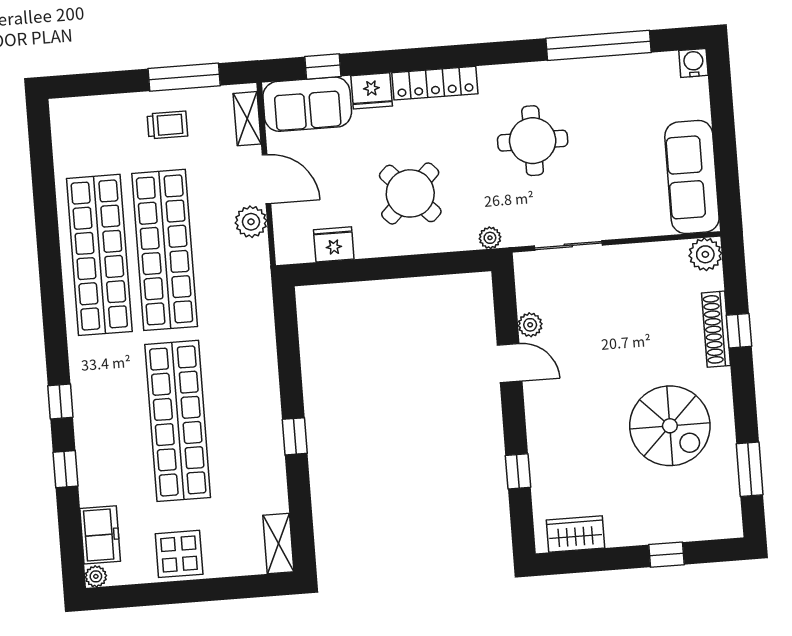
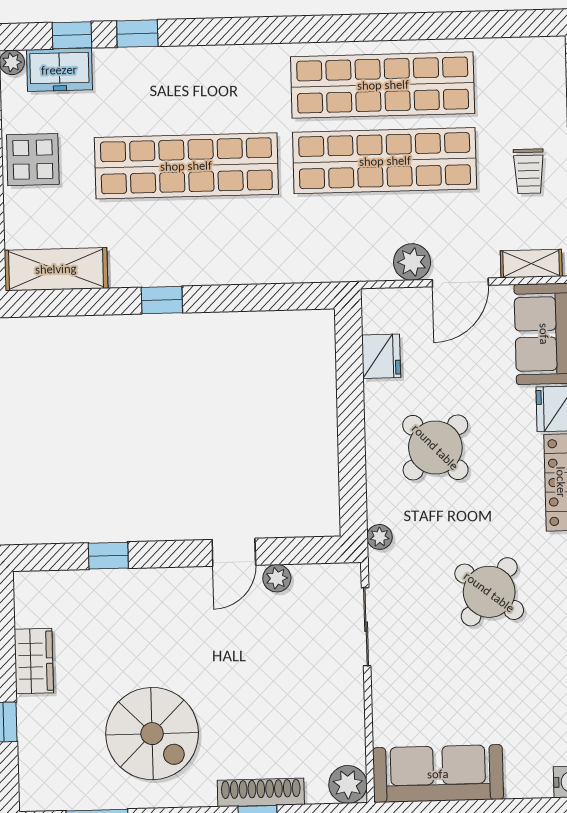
round table: (533, 141) -> (489, 592), turned 38
window: (60, 402) -> (72, 35), moved
spiral stairs: (670, 426) -> (152, 734), turned -90
wardrobe: (575, 534) -> (34, 661), moved
shelving: (278, 543) -> (56, 269), width x1.50, depth x1.33

